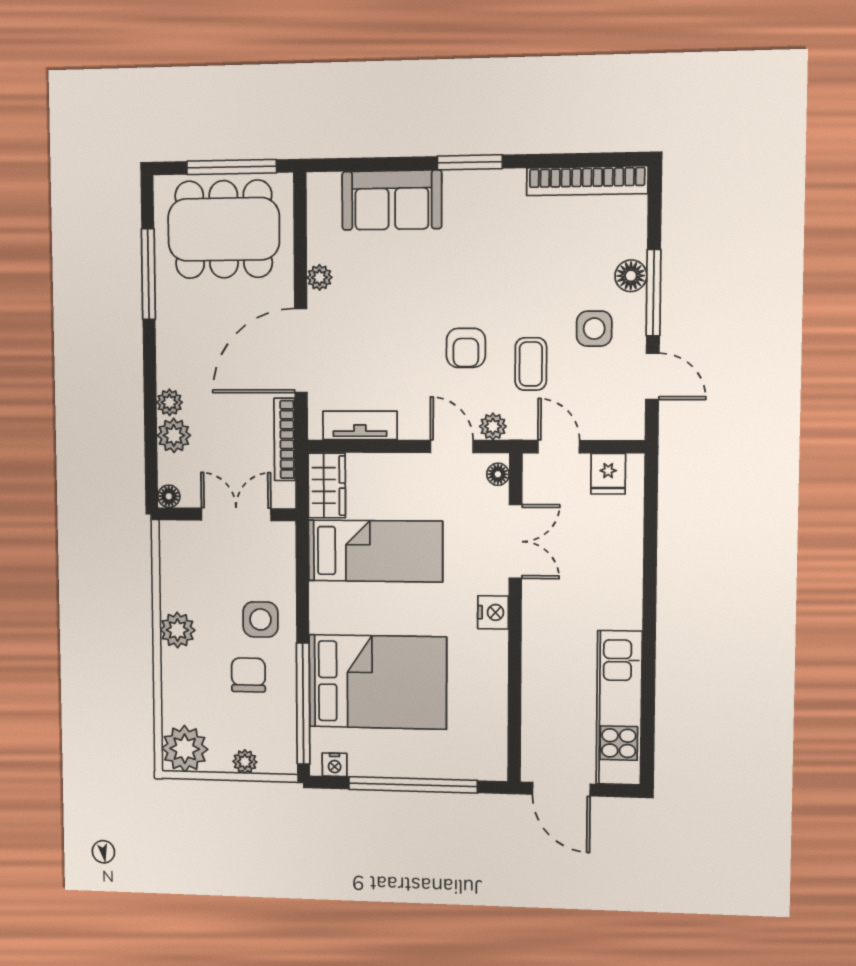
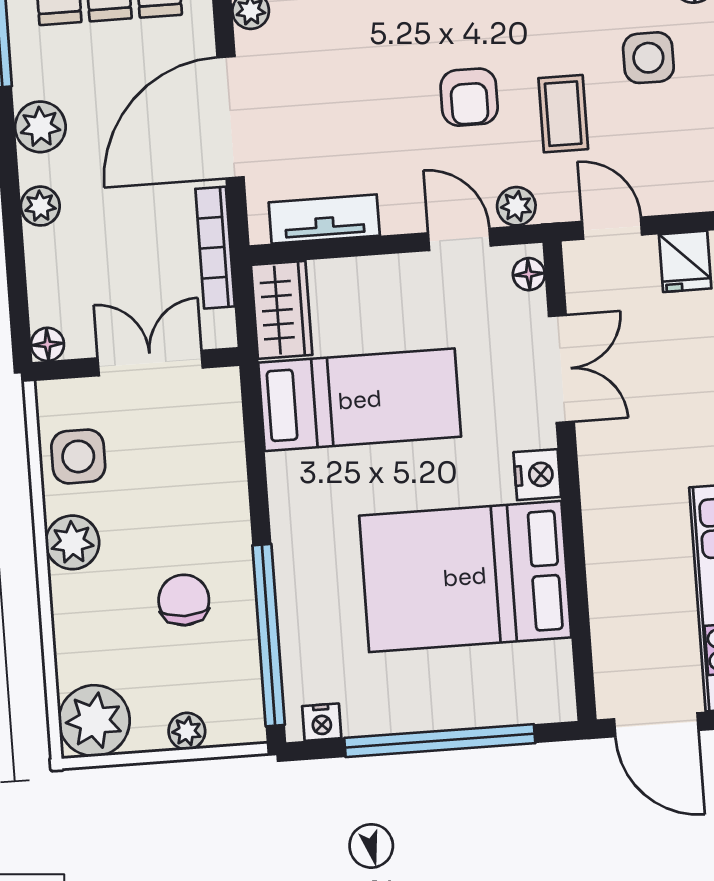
plant: (174, 435) -> (40, 127), moved
side table: (260, 619) -> (78, 456), moved
bed: (378, 682) -> (465, 577), moved, turned 180

